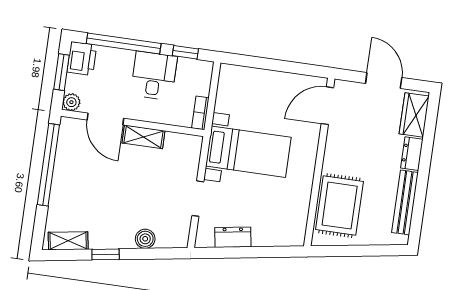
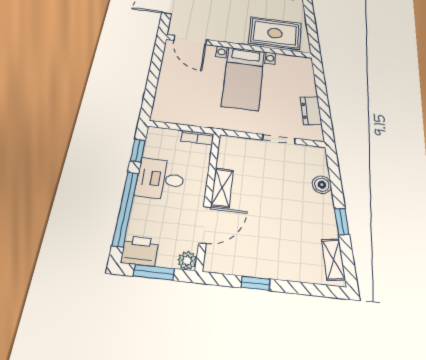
bed with nightstands: (248, 152) -> (243, 78), moved, turned 180
window: (48, 165) -> (256, 283), width x0.32

